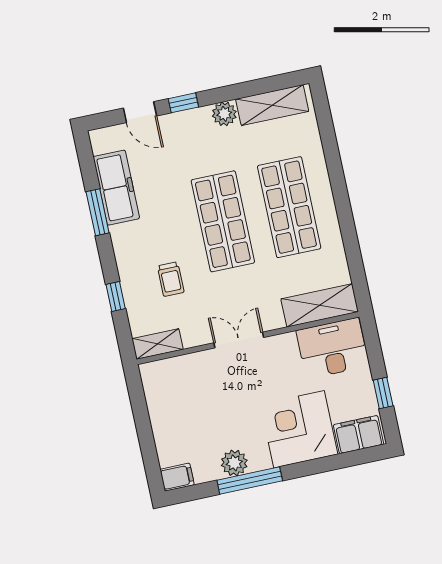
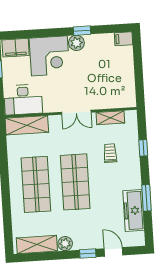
shelving: (158, 344) -> (110, 118), moved
plant: (234, 463) -> (76, 43), moved
window: (250, 480) -> (82, 31), width x0.46

